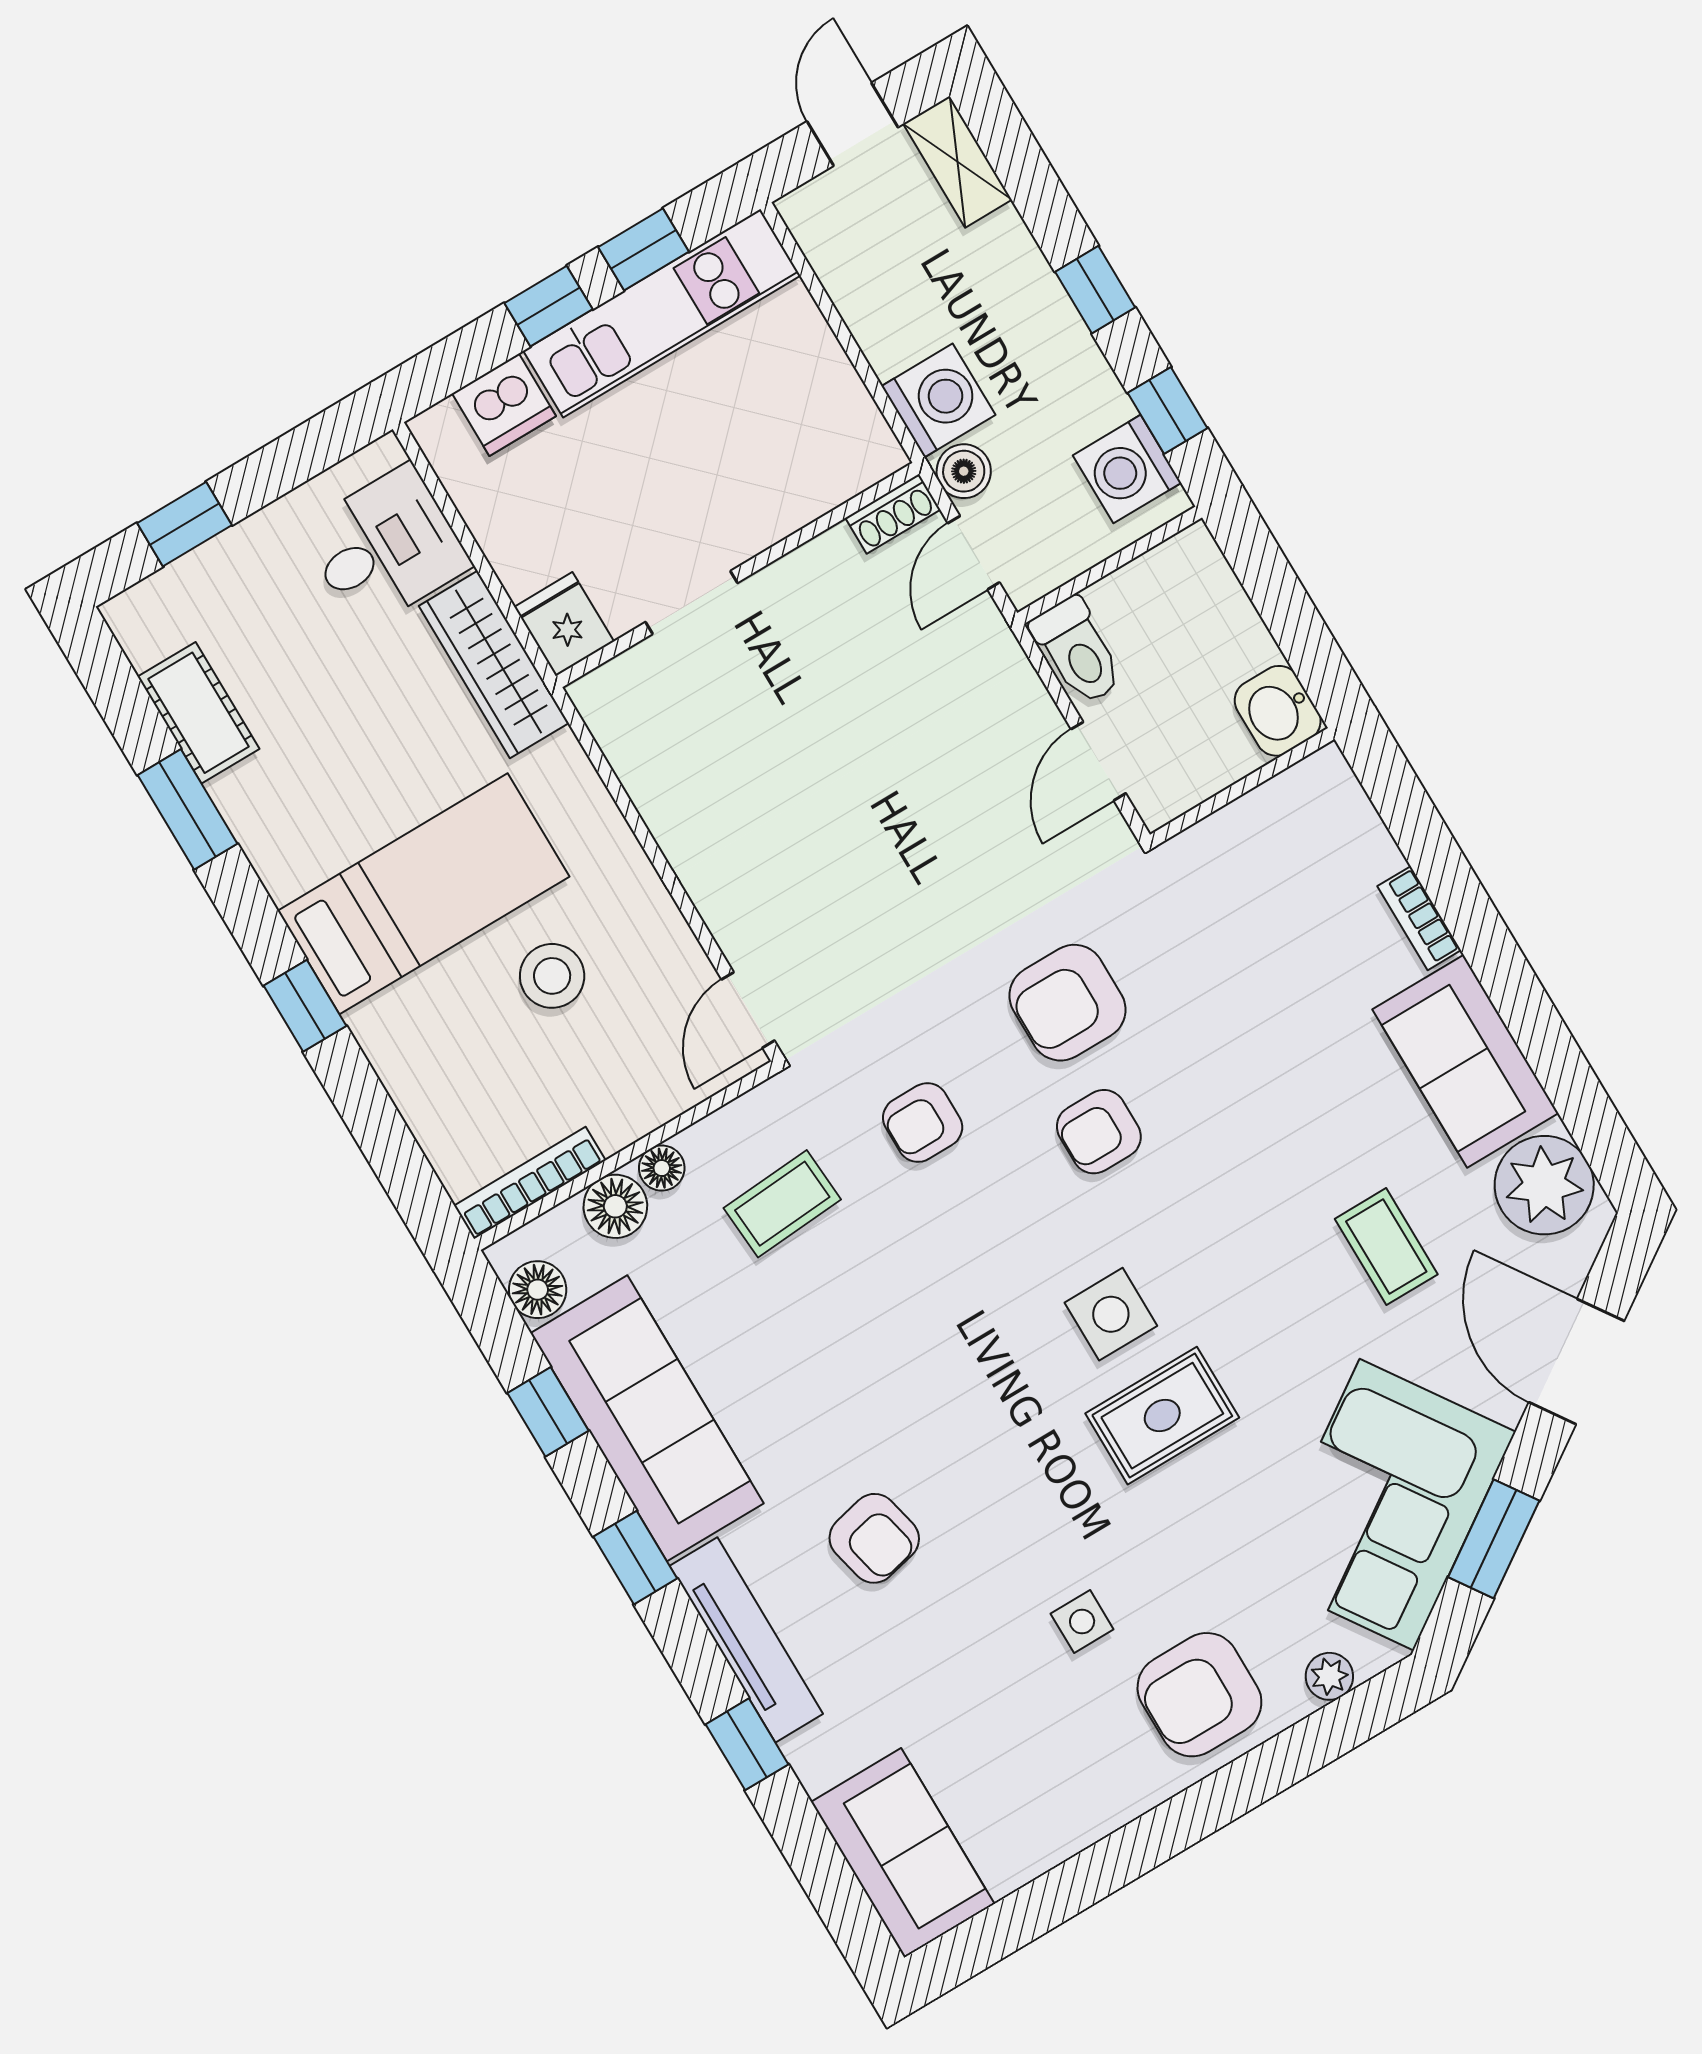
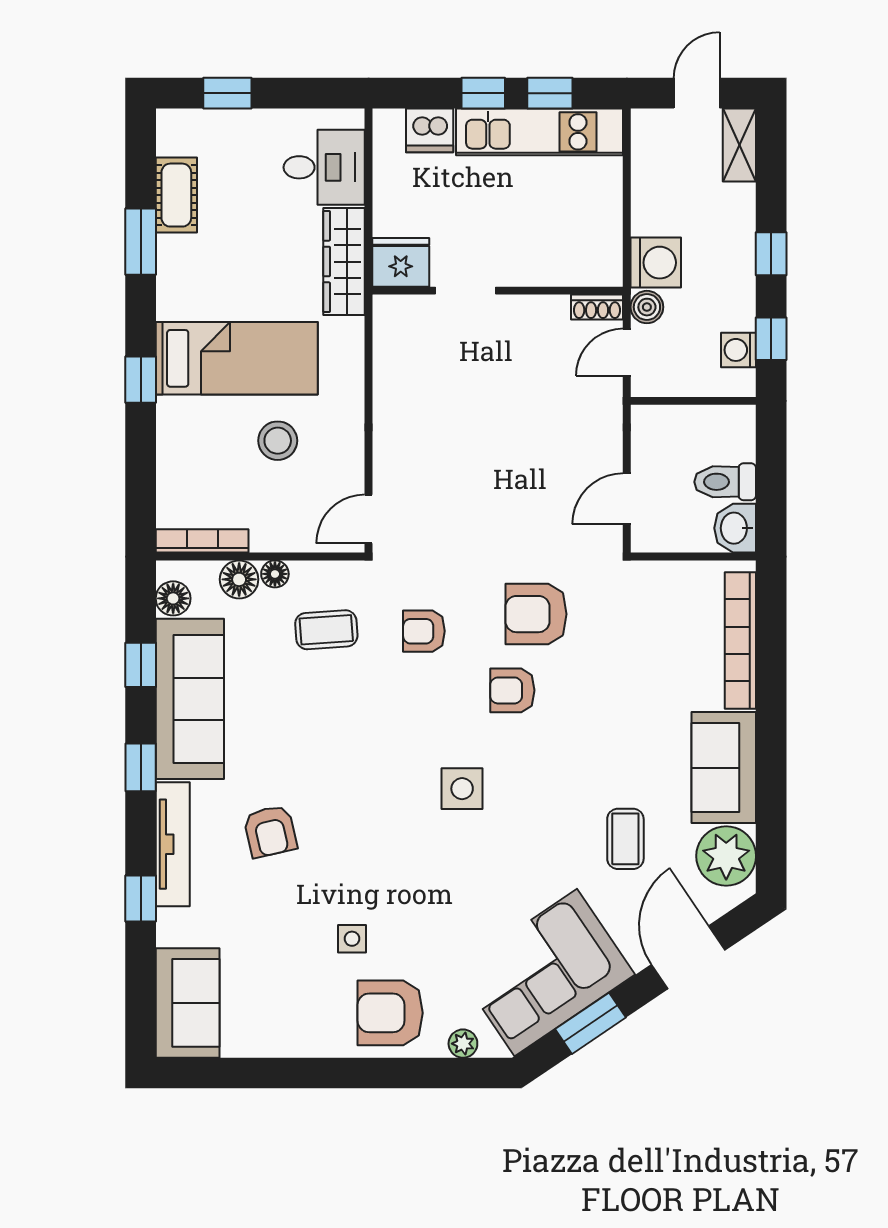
washing machine: (1127, 469) -> (739, 350), width x0.73, depth x0.73
fridge: (564, 624) -> (401, 262), width x1.38
toilet: (1078, 651) -> (725, 482), moved, turned 90
bookcase: (1419, 918) -> (740, 640), width x2.31, depth x1.31
rug: (1162, 1416) -> (457, 857), removed

